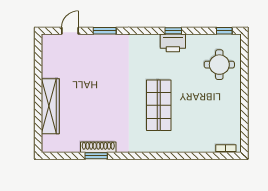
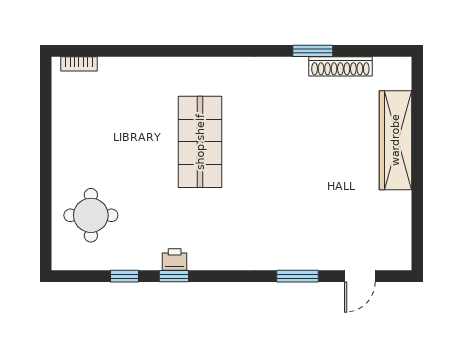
window: (224, 31) -> (124, 276), moved
printer: (173, 43) -> (175, 260), width x0.53, depth x0.68
shoe rack: (98, 147) -> (340, 66), moved

